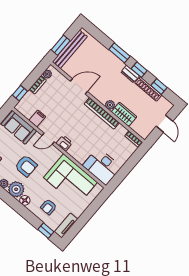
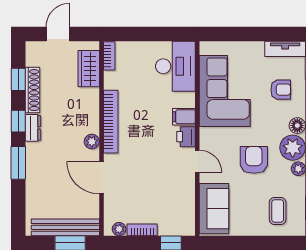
plant: (110, 105) -> (92, 142), moved
wardrobe: (124, 114) -> (89, 69), moved
filing cabinet: (37, 119) -> (184, 117), moved

